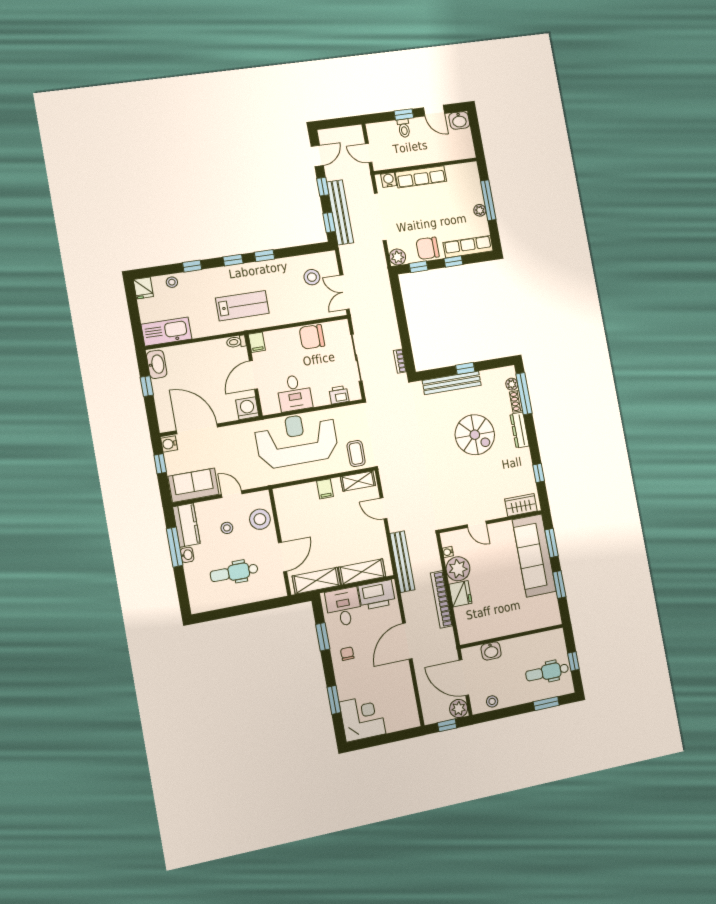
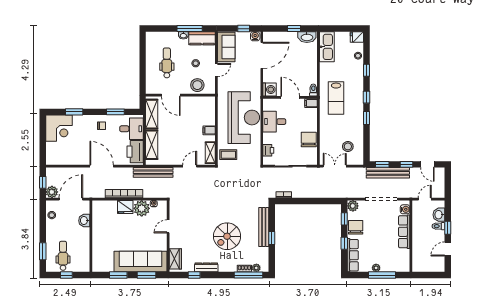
washbasin: (459, 120) -> (439, 215), moved
dresser: (520, 430) -> (206, 267), moved

